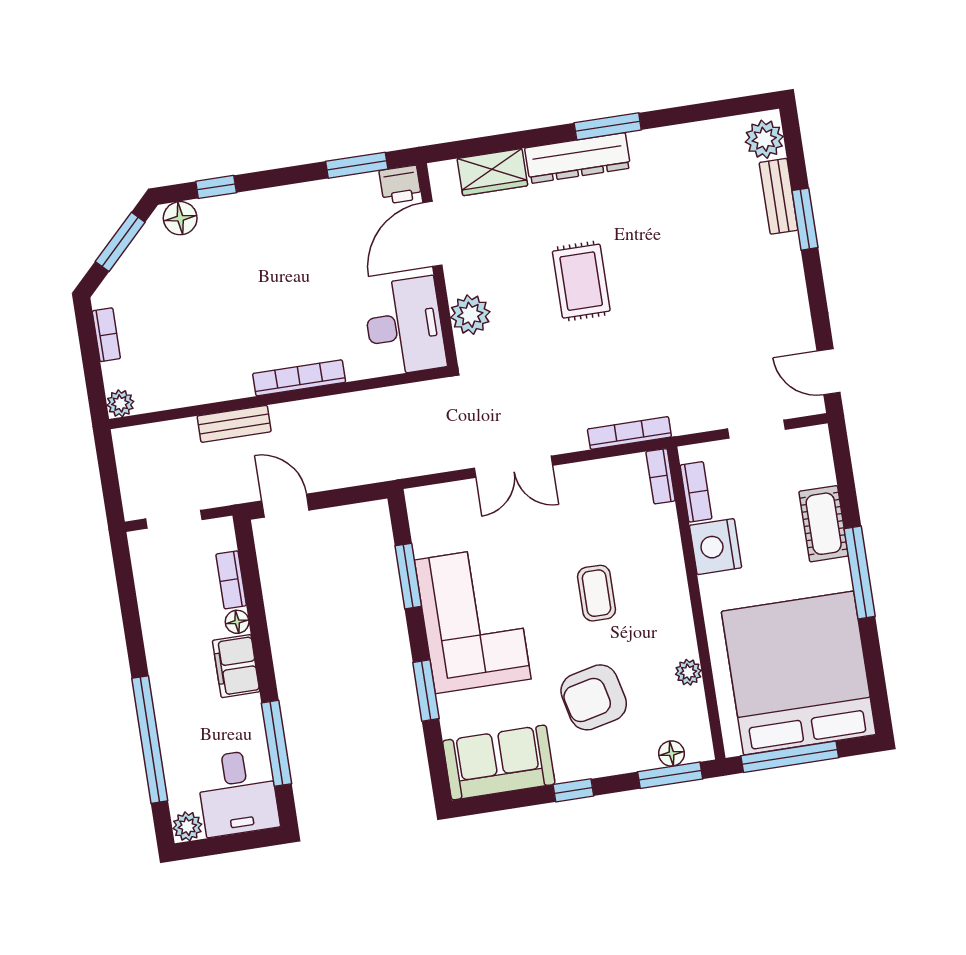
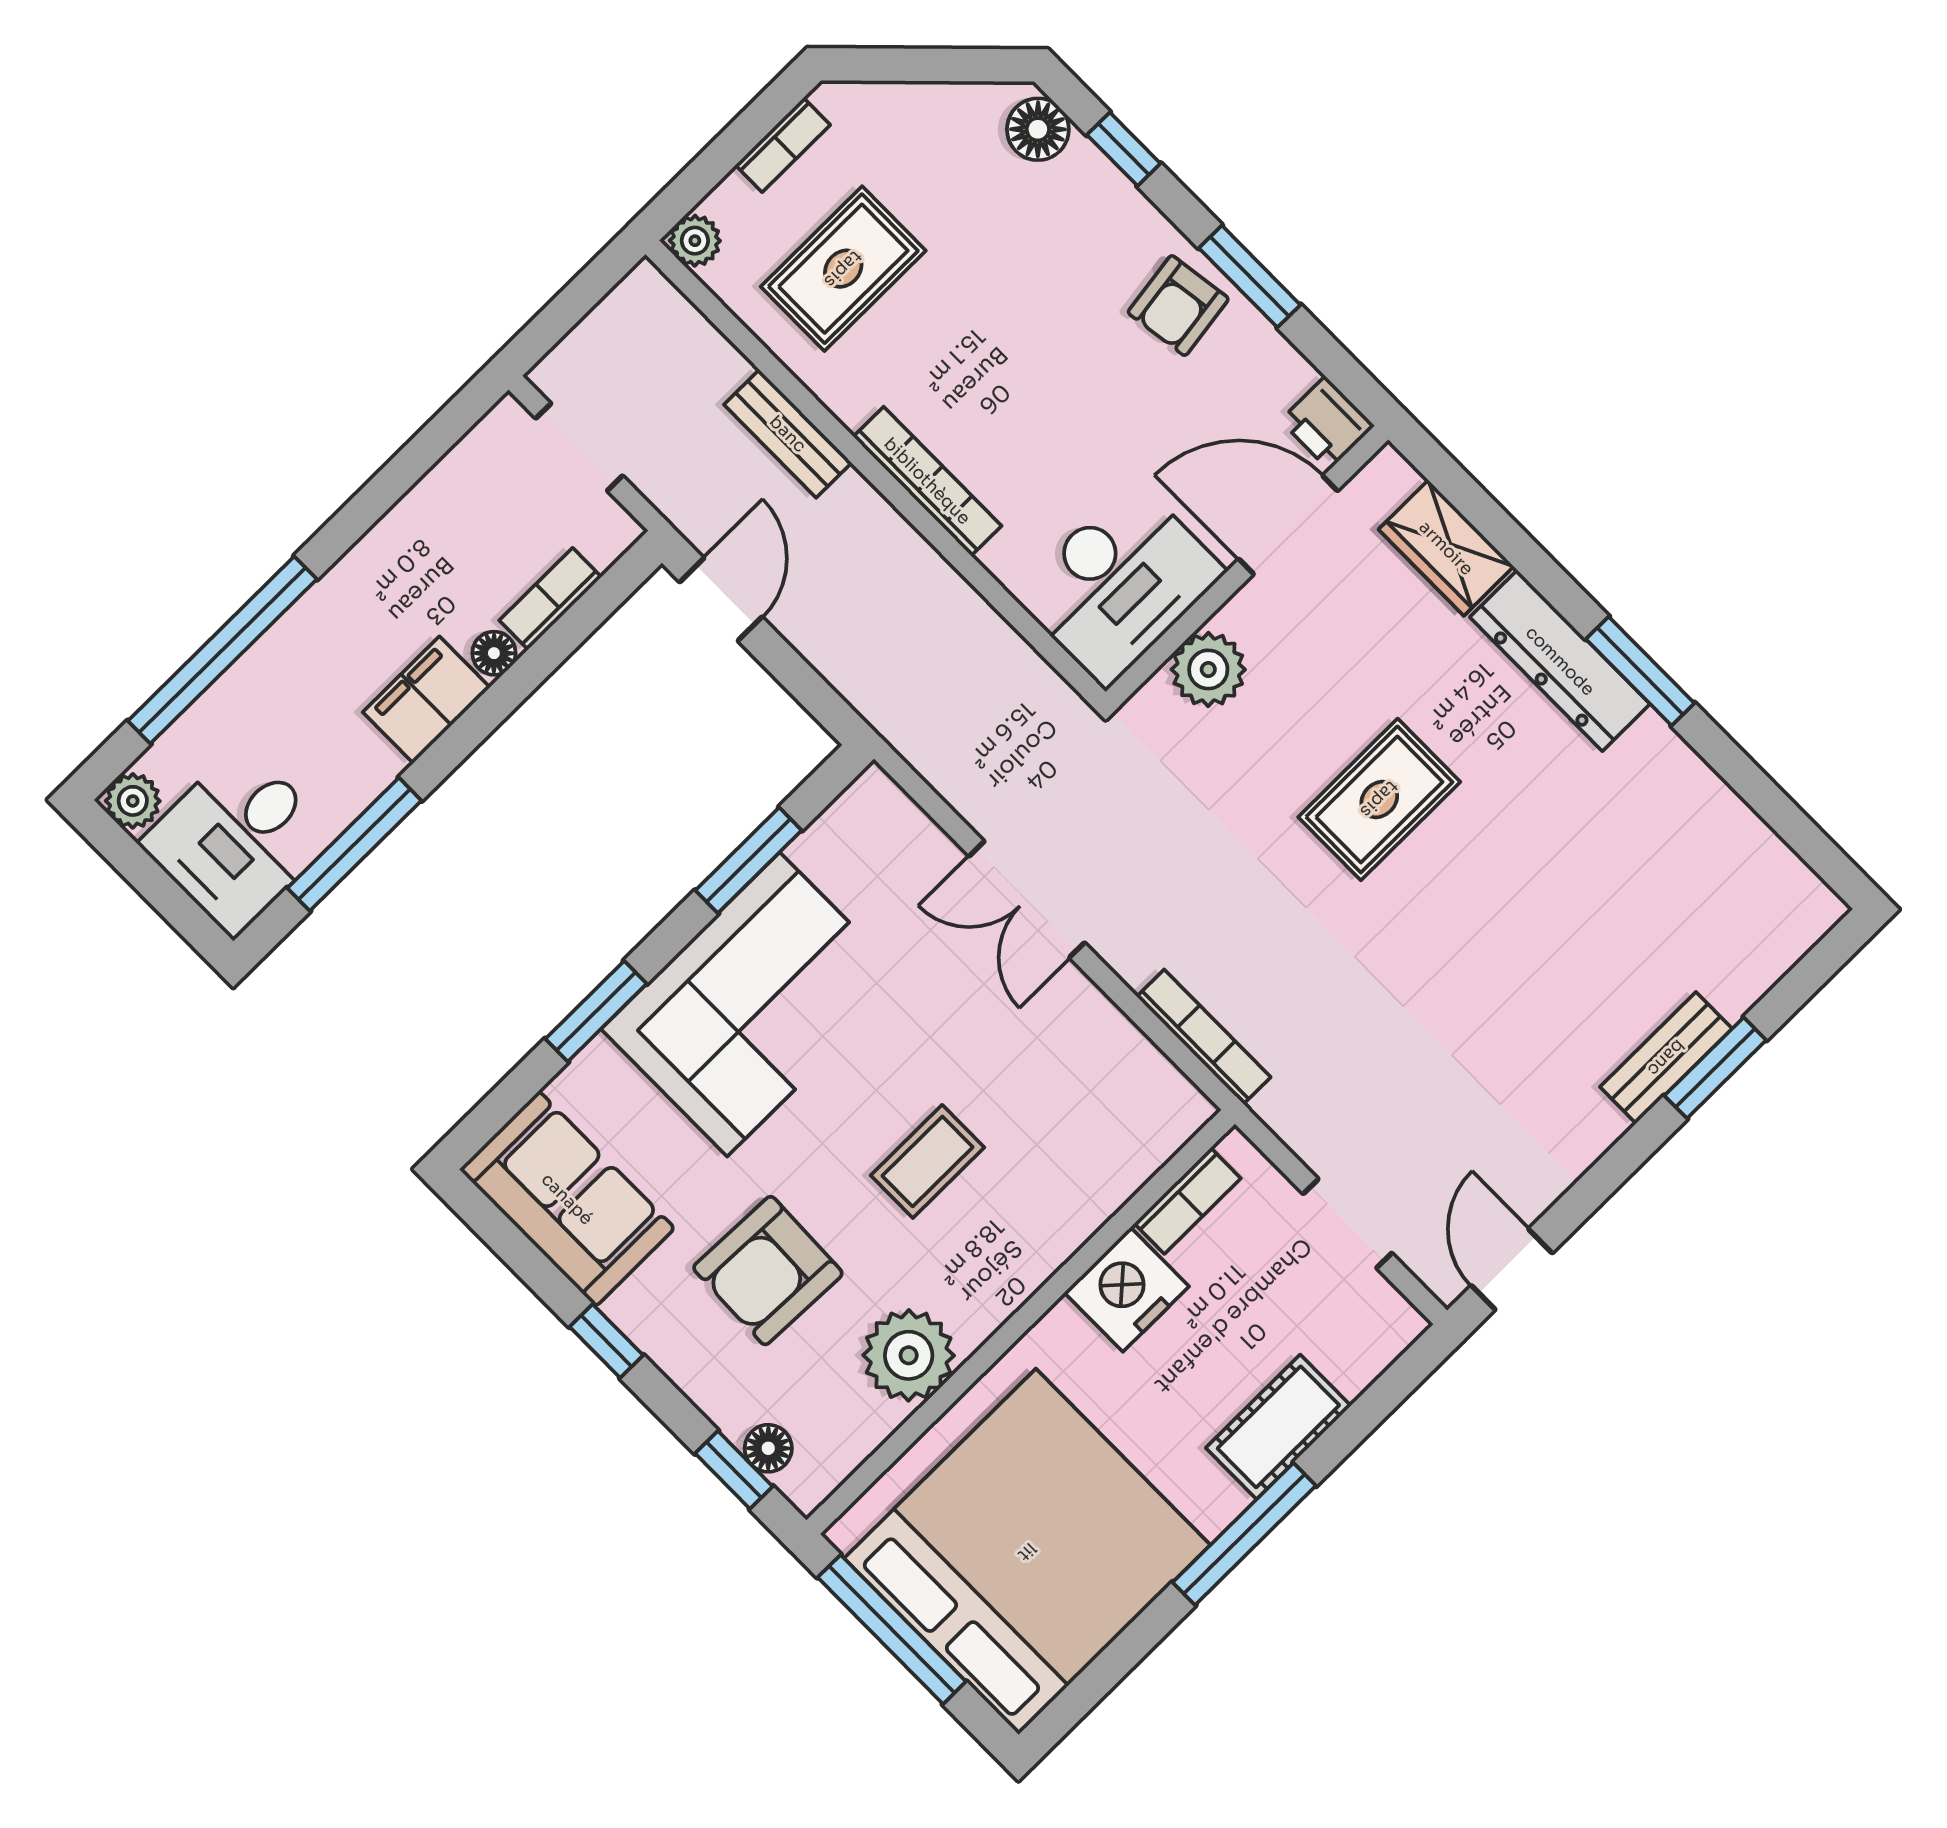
plant: (764, 139) -> (1791, 920), removed
window: (357, 165) -> (1250, 276), moved
bench: (779, 196) -> (1666, 1058), moved
armchair: (302, 213) -> (1178, 306), added
window: (120, 242) -> (937, 65), removed
rug: (180, 347) -> (843, 269), added
bookcase: (661, 476) -> (1172, 1131), removed
plant: (688, 672) -> (909, 1355), width x1.88, depth x1.88
armchair: (594, 697) -> (768, 1271), turned -75
window: (670, 775) -> (734, 1470), width x0.67

